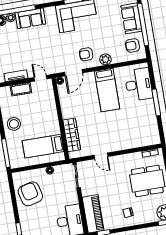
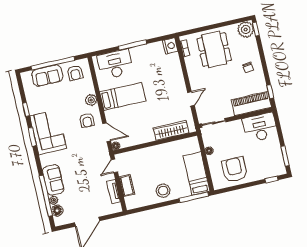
nightstand: (153, 139) -> (170, 46), added
bed: (43, 146) -> (197, 174), moved, turned 180
armchair: (30, 194) -> (234, 170), turned 104

